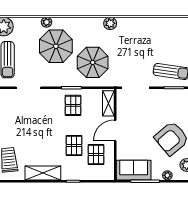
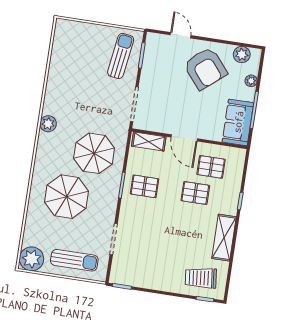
plant: (47, 22) -> (34, 204), removed

